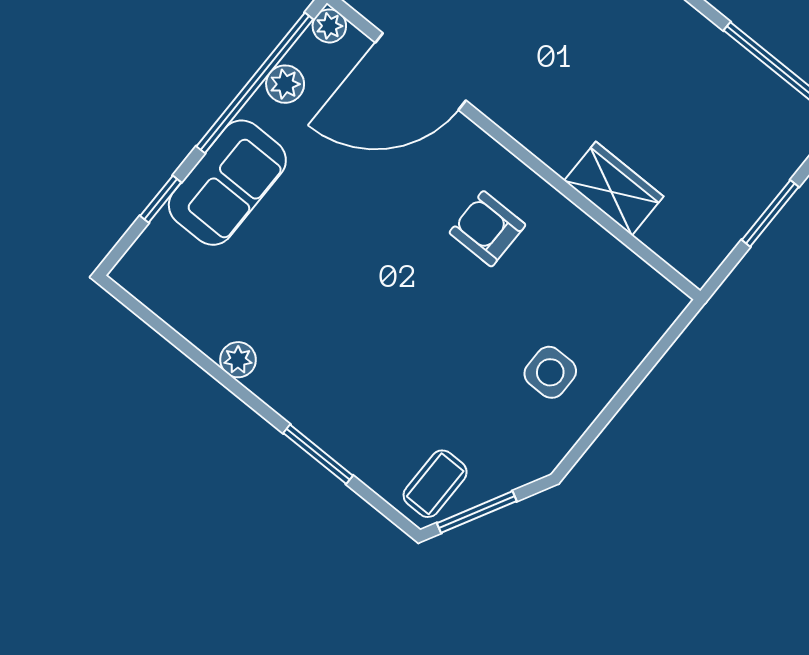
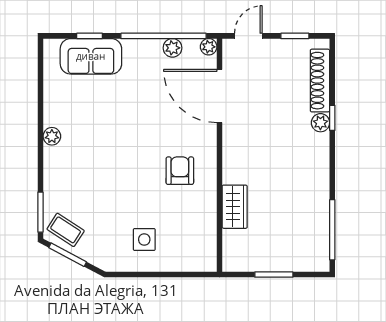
sofa: (227, 183) -> (91, 56), moved
plant: (238, 360) -> (52, 136), moved
window: (318, 454) -> (40, 212), moved
coffee table: (435, 484) -> (66, 230), turned 33

